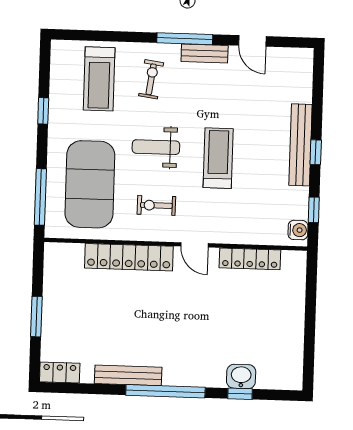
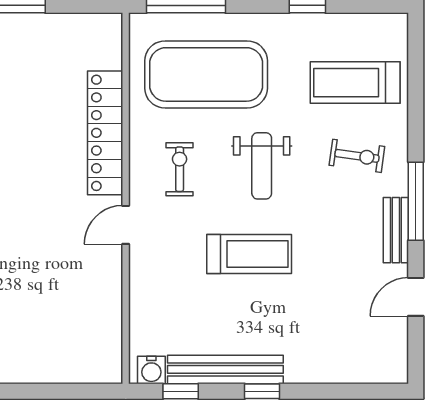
bench: (300, 145) -> (225, 369), moved
weight bench: (156, 147) -> (262, 166), turned 180
locker: (250, 259) -> (109, 303), removed

